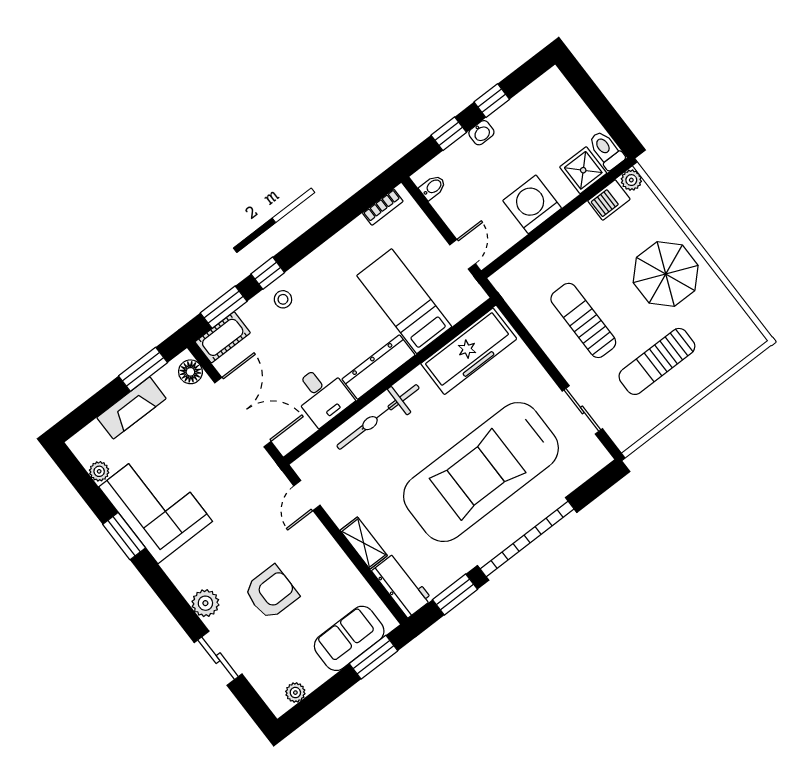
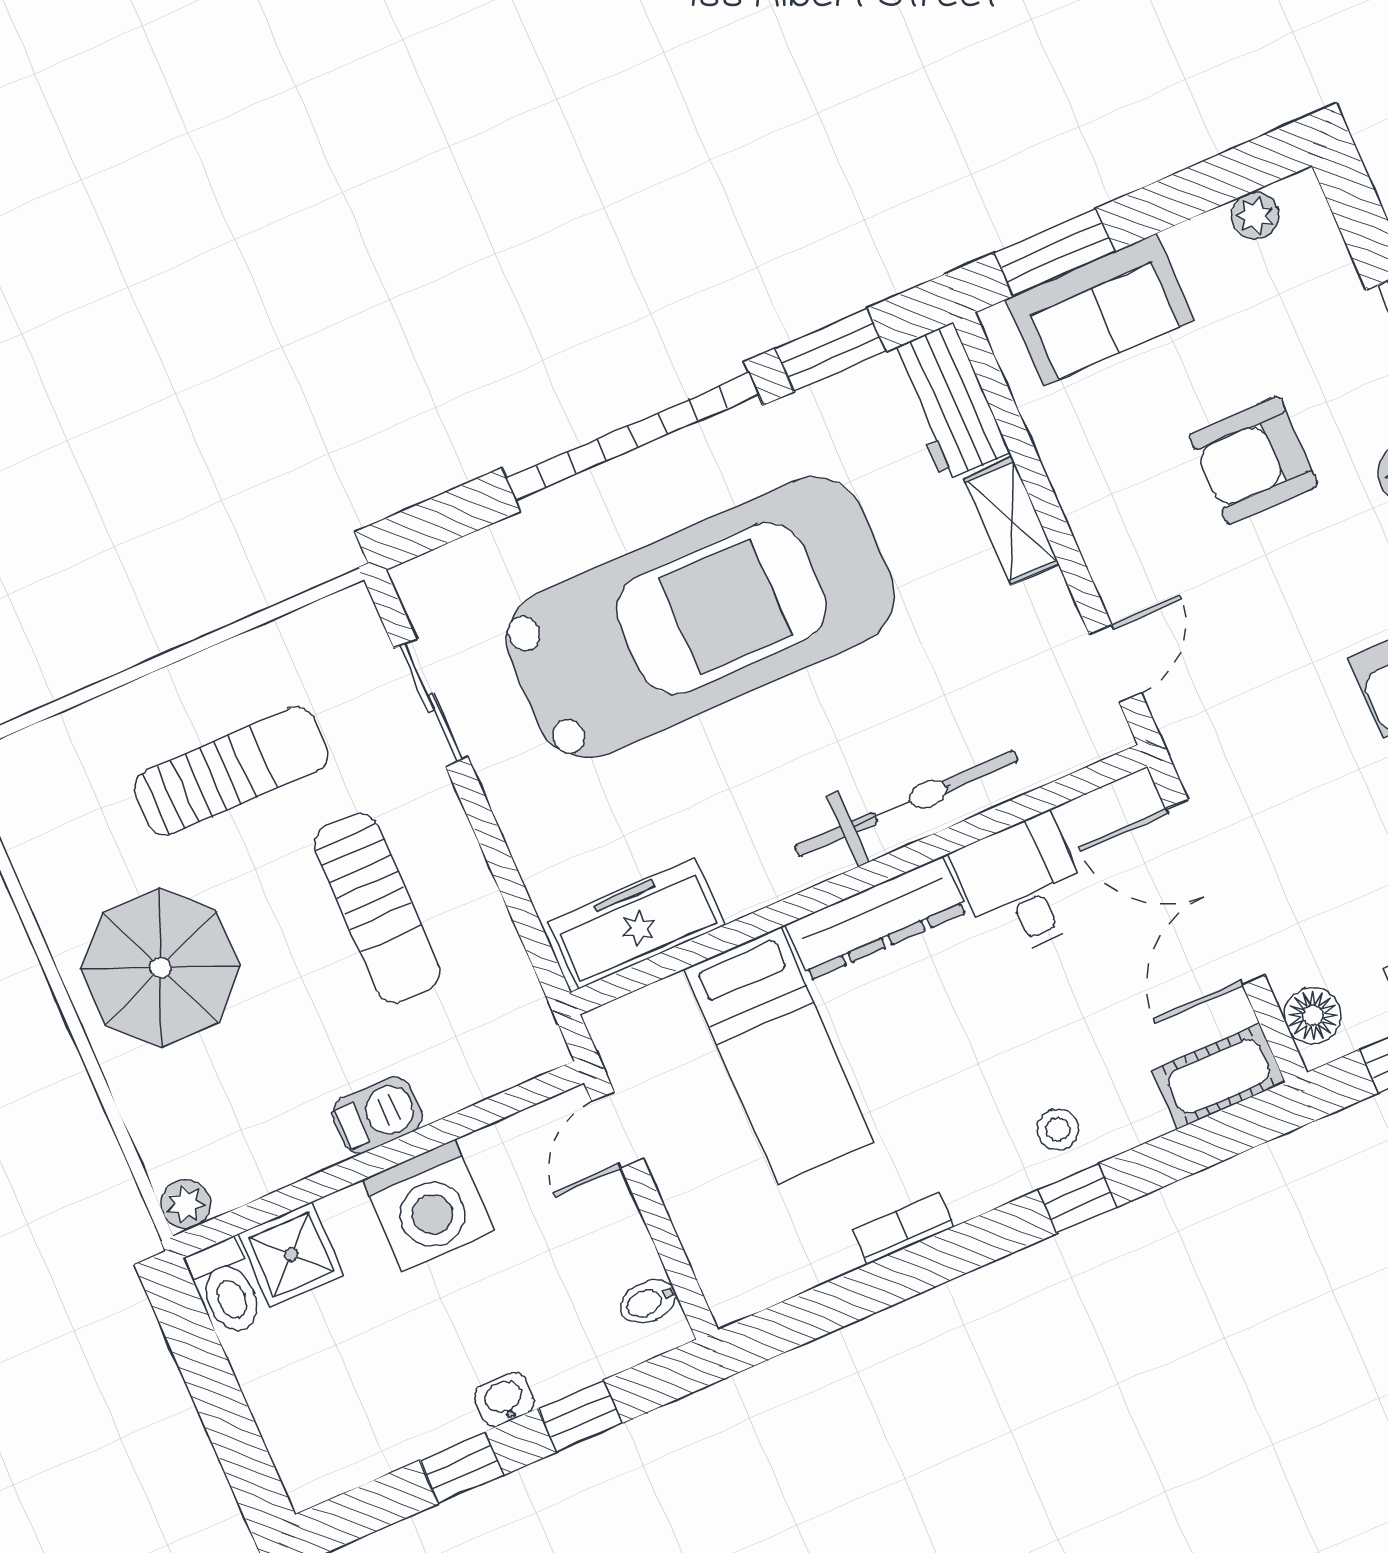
barbecue: (609, 200) -> (377, 1115), moved
bookcase: (383, 207) -> (904, 1228), moved
window: (224, 307) -> (1199, 1146), removed
freezer: (469, 351) -> (637, 924), width x0.73, depth x0.79

